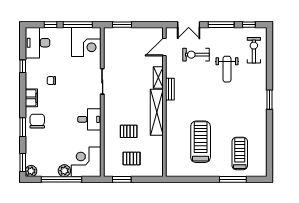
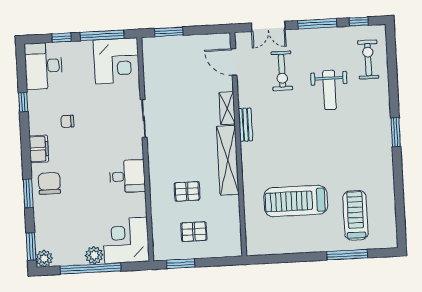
door: (164, 47) -> (234, 62), hinge flipped
exercise bike: (196, 55) -> (282, 71), turned -90
treadmill: (201, 142) -> (296, 201), turned -90

